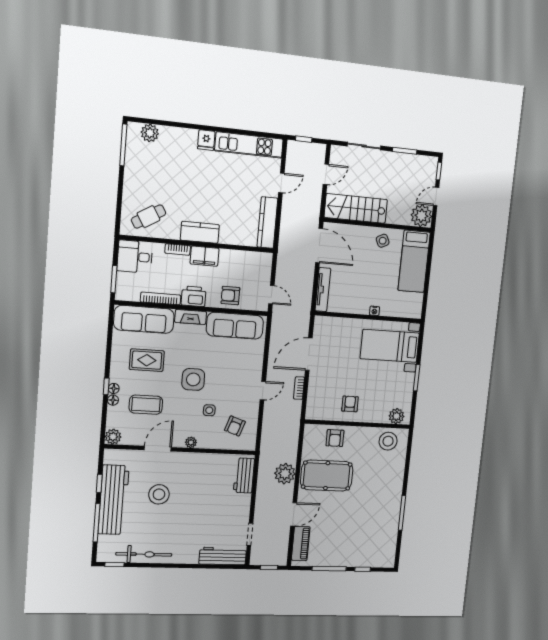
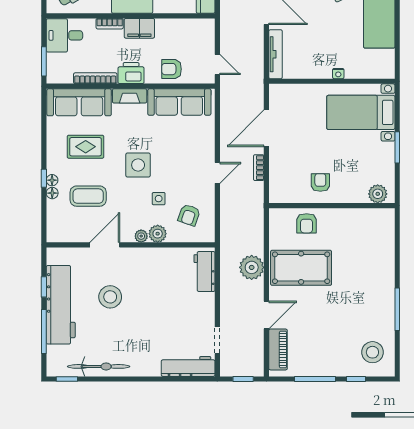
plant: (113, 437) -> (158, 234), moved
stool: (388, 441) -> (372, 352), moved

